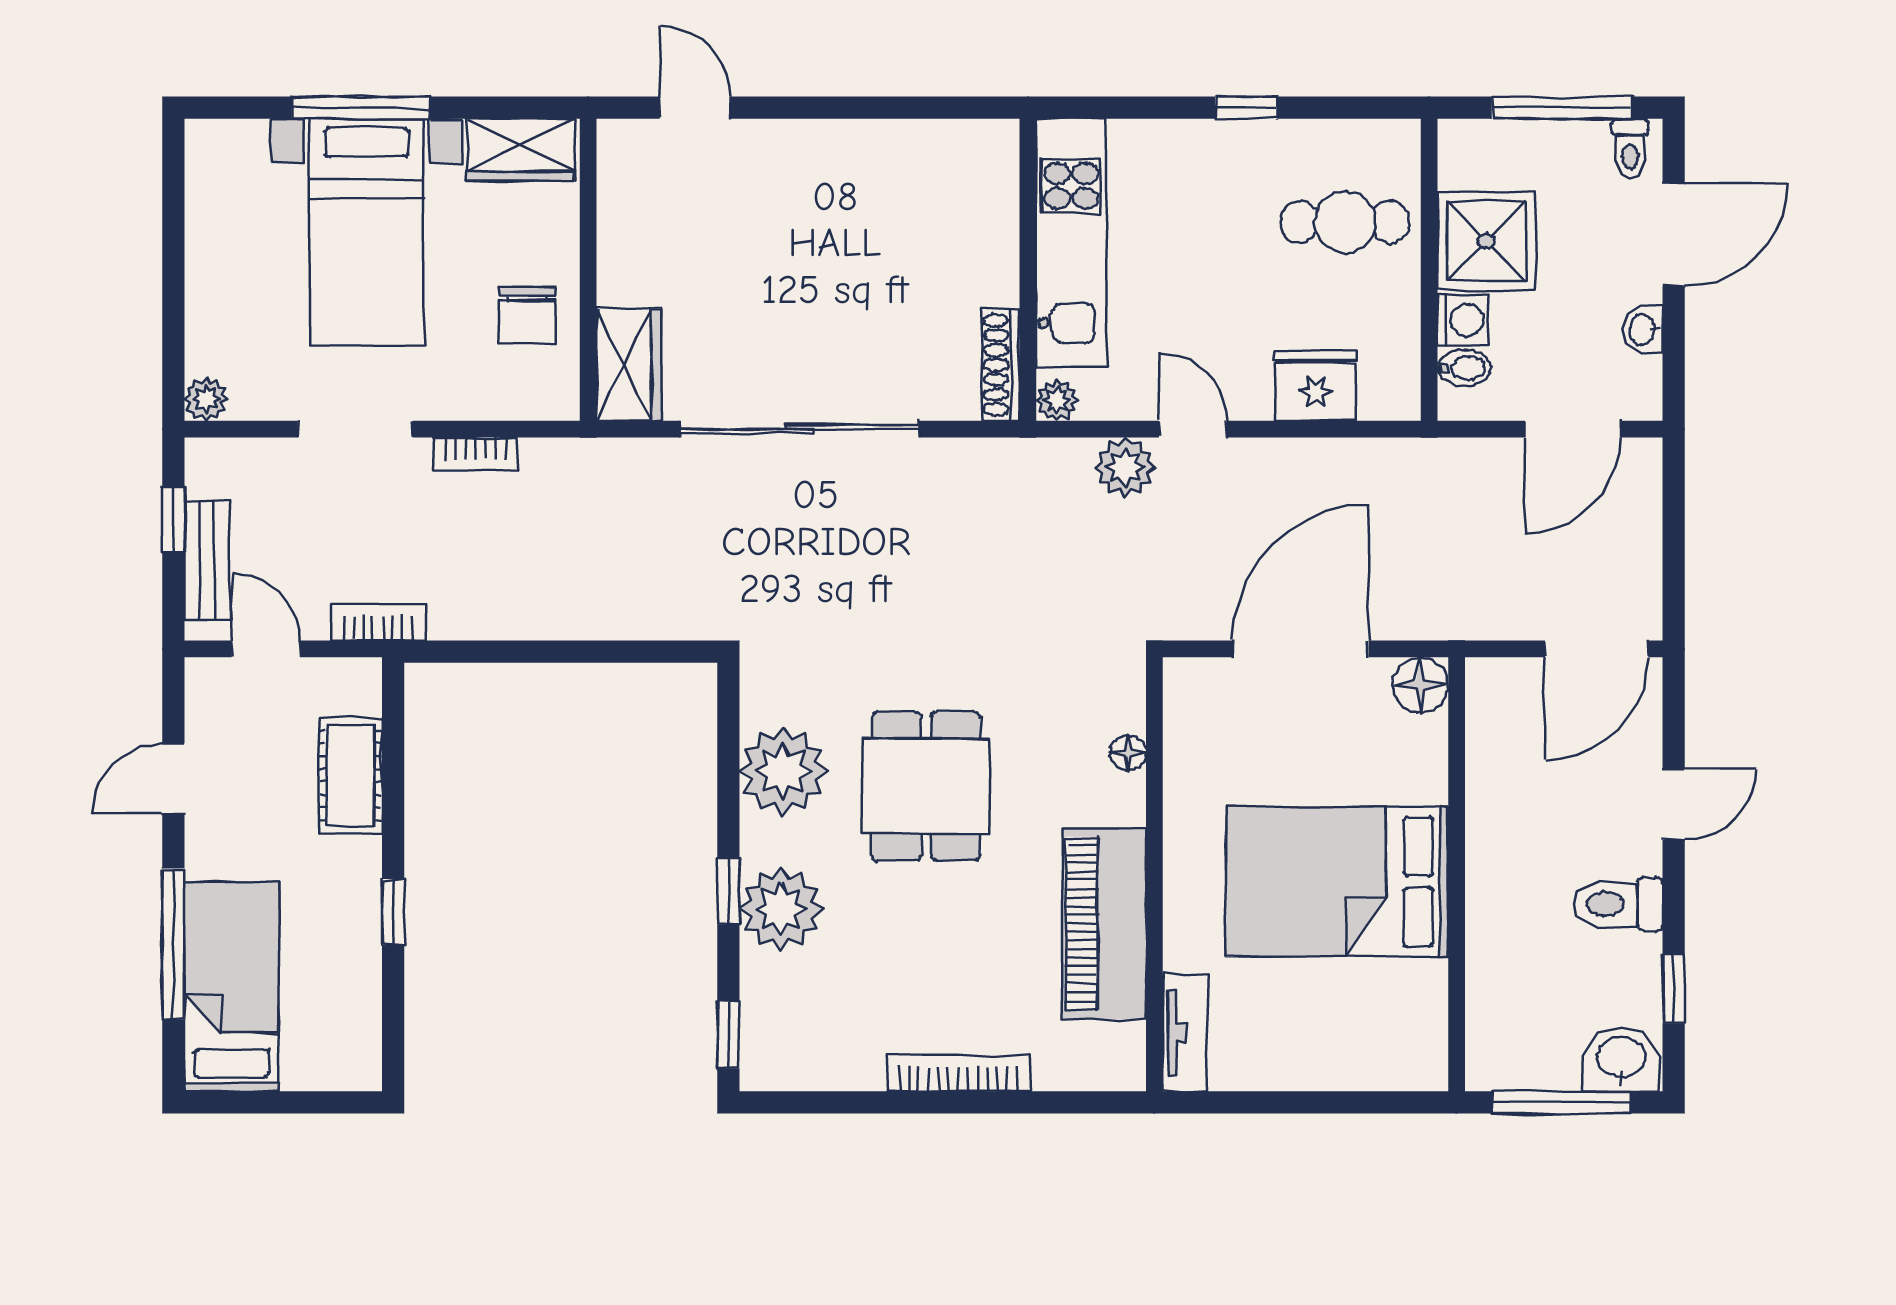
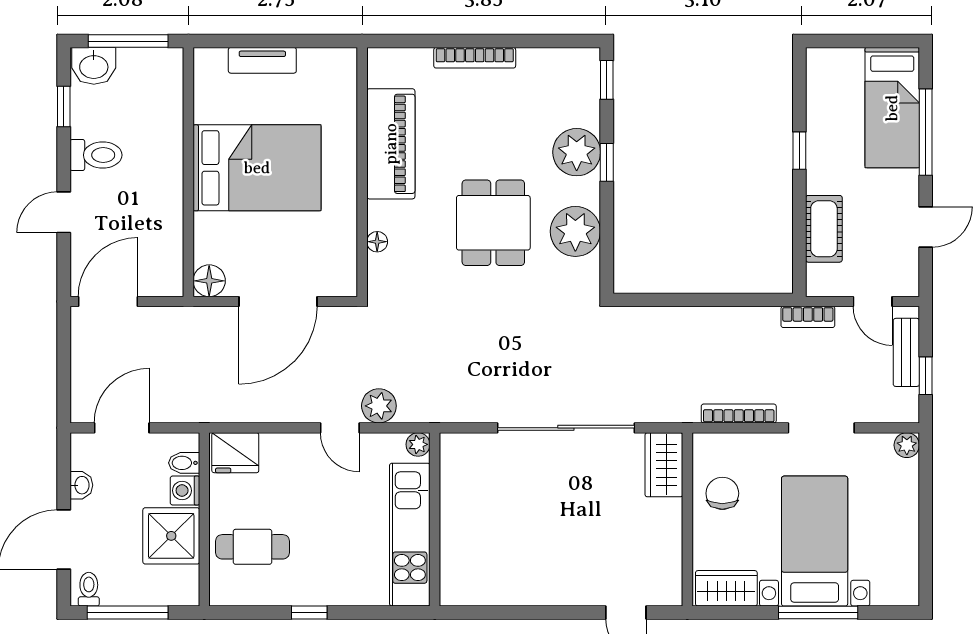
shoe rack: (1001, 365) -> (450, 465), removed
fridge: (1316, 386) -> (235, 453), moved
bookcase: (475, 454) -> (739, 414), width x1.56
tv unit: (1185, 1032) -> (262, 60), moved, turned -90

